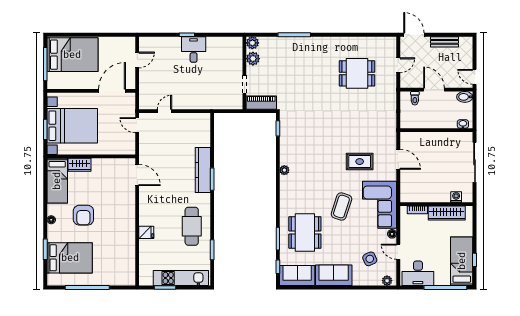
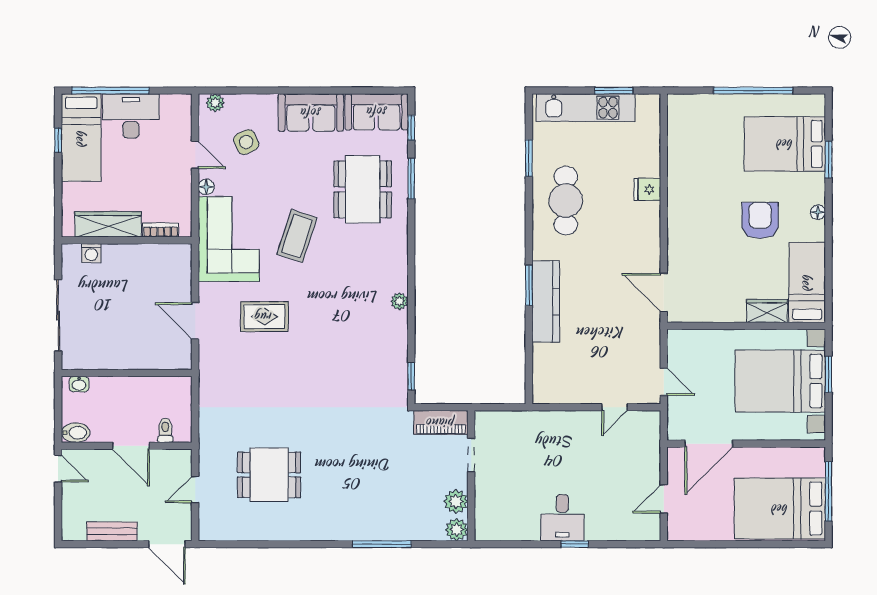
desk: (418, 273) -> (131, 116), moved

